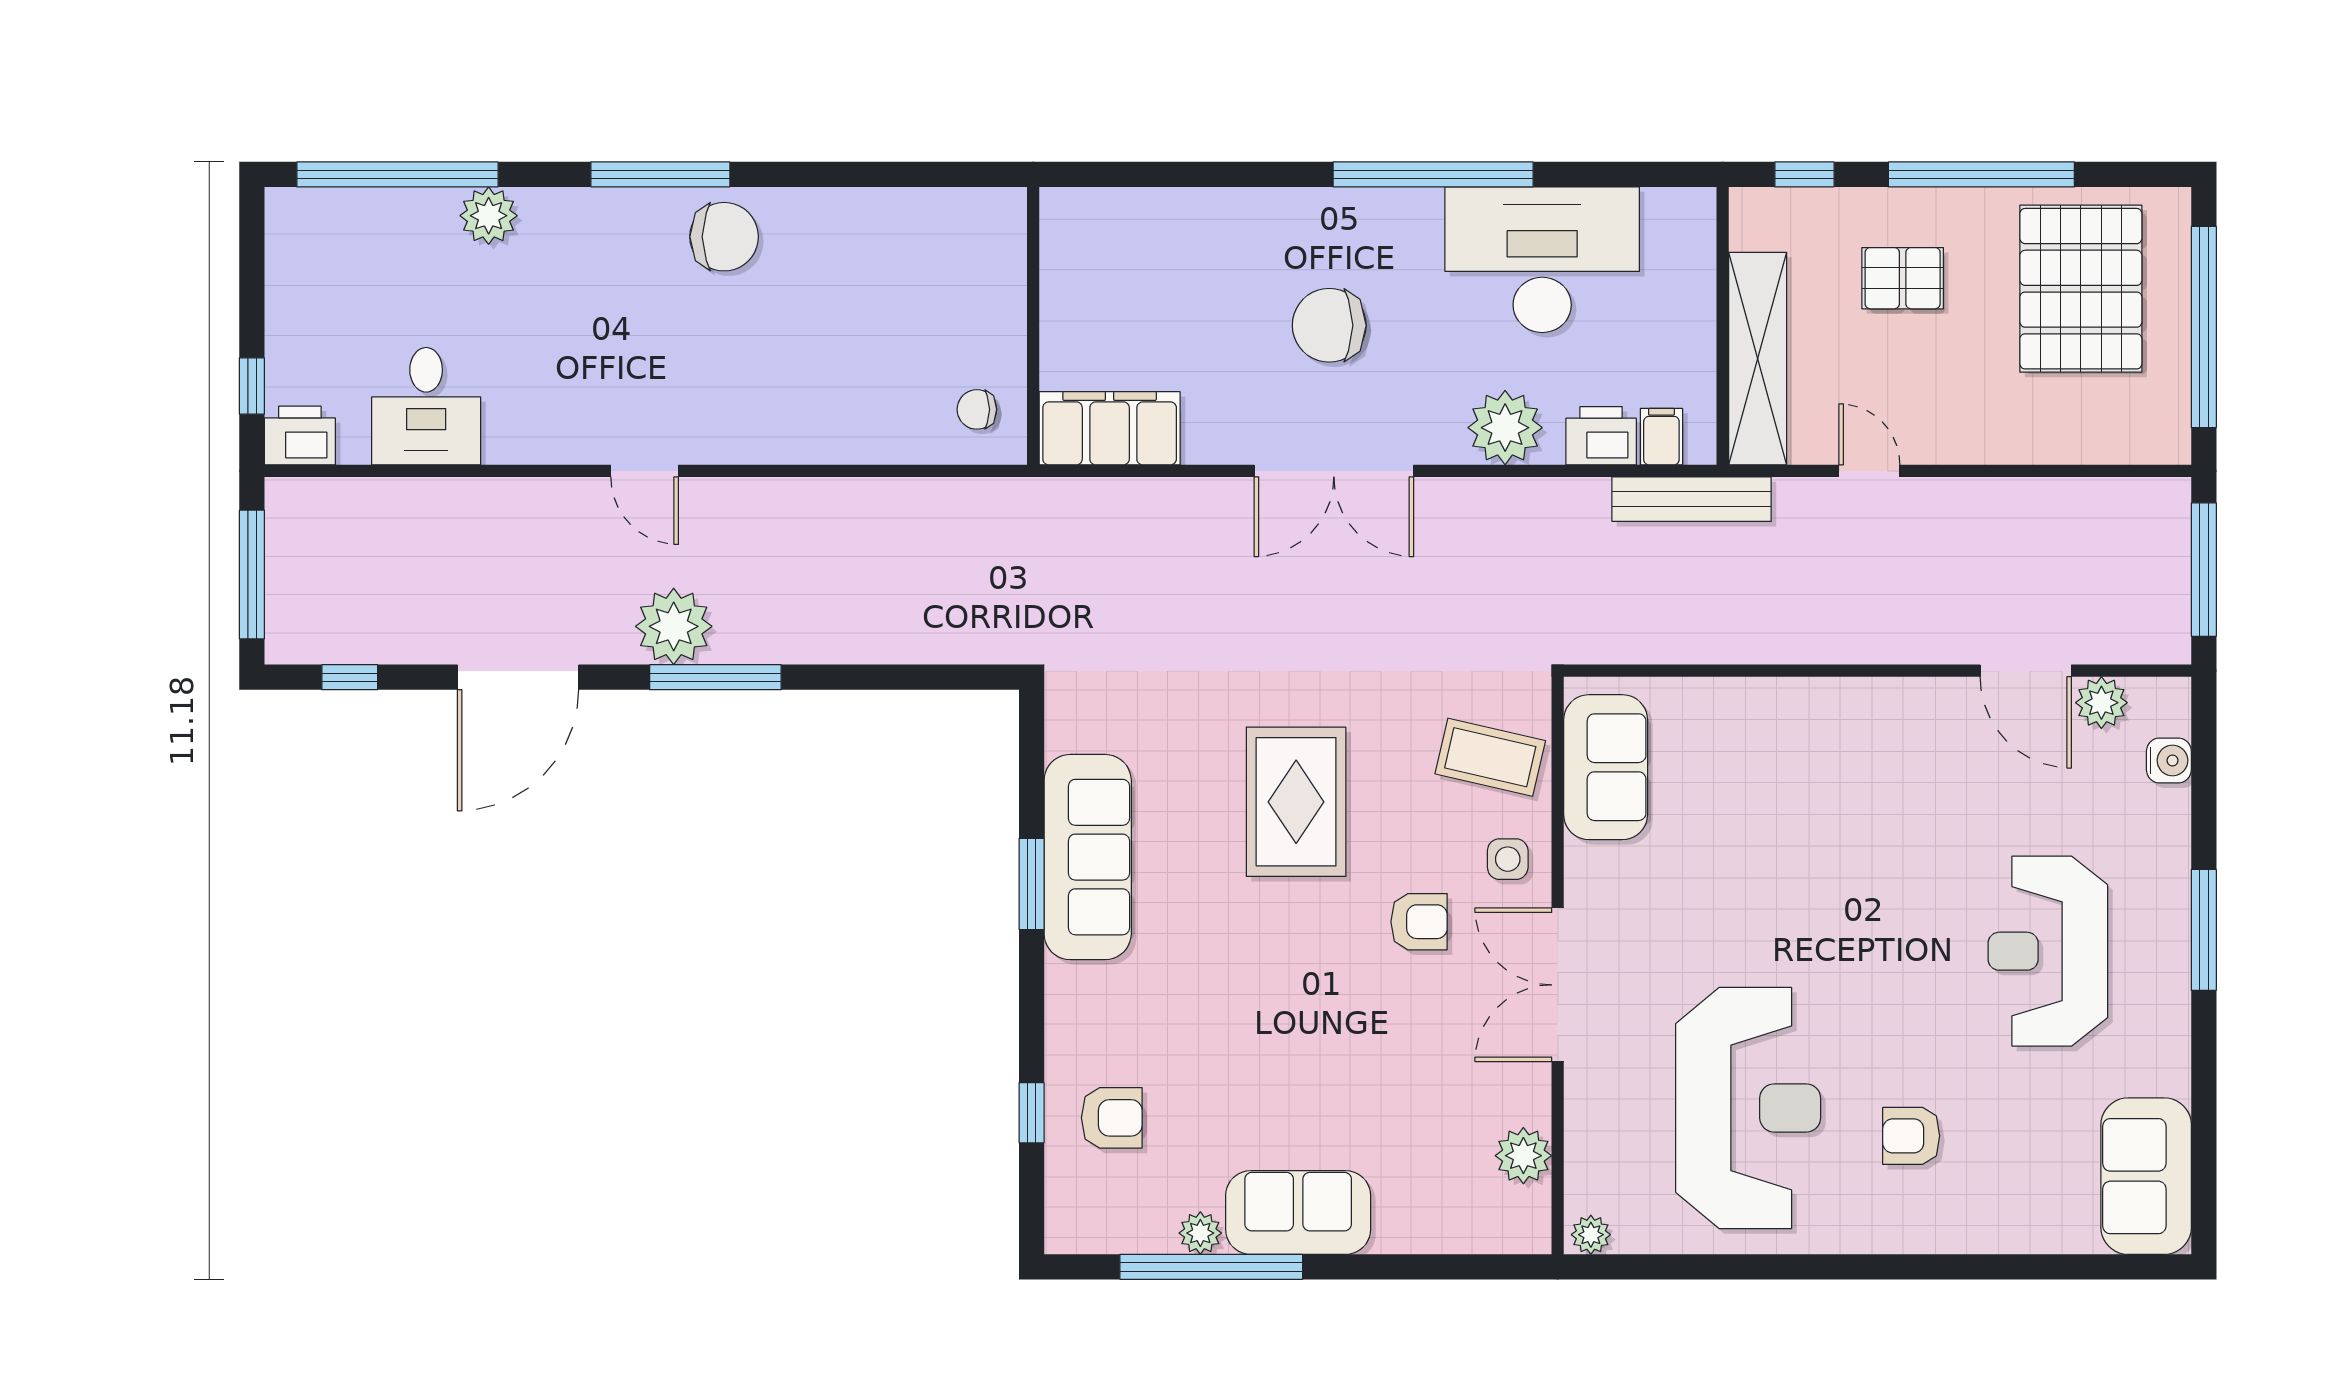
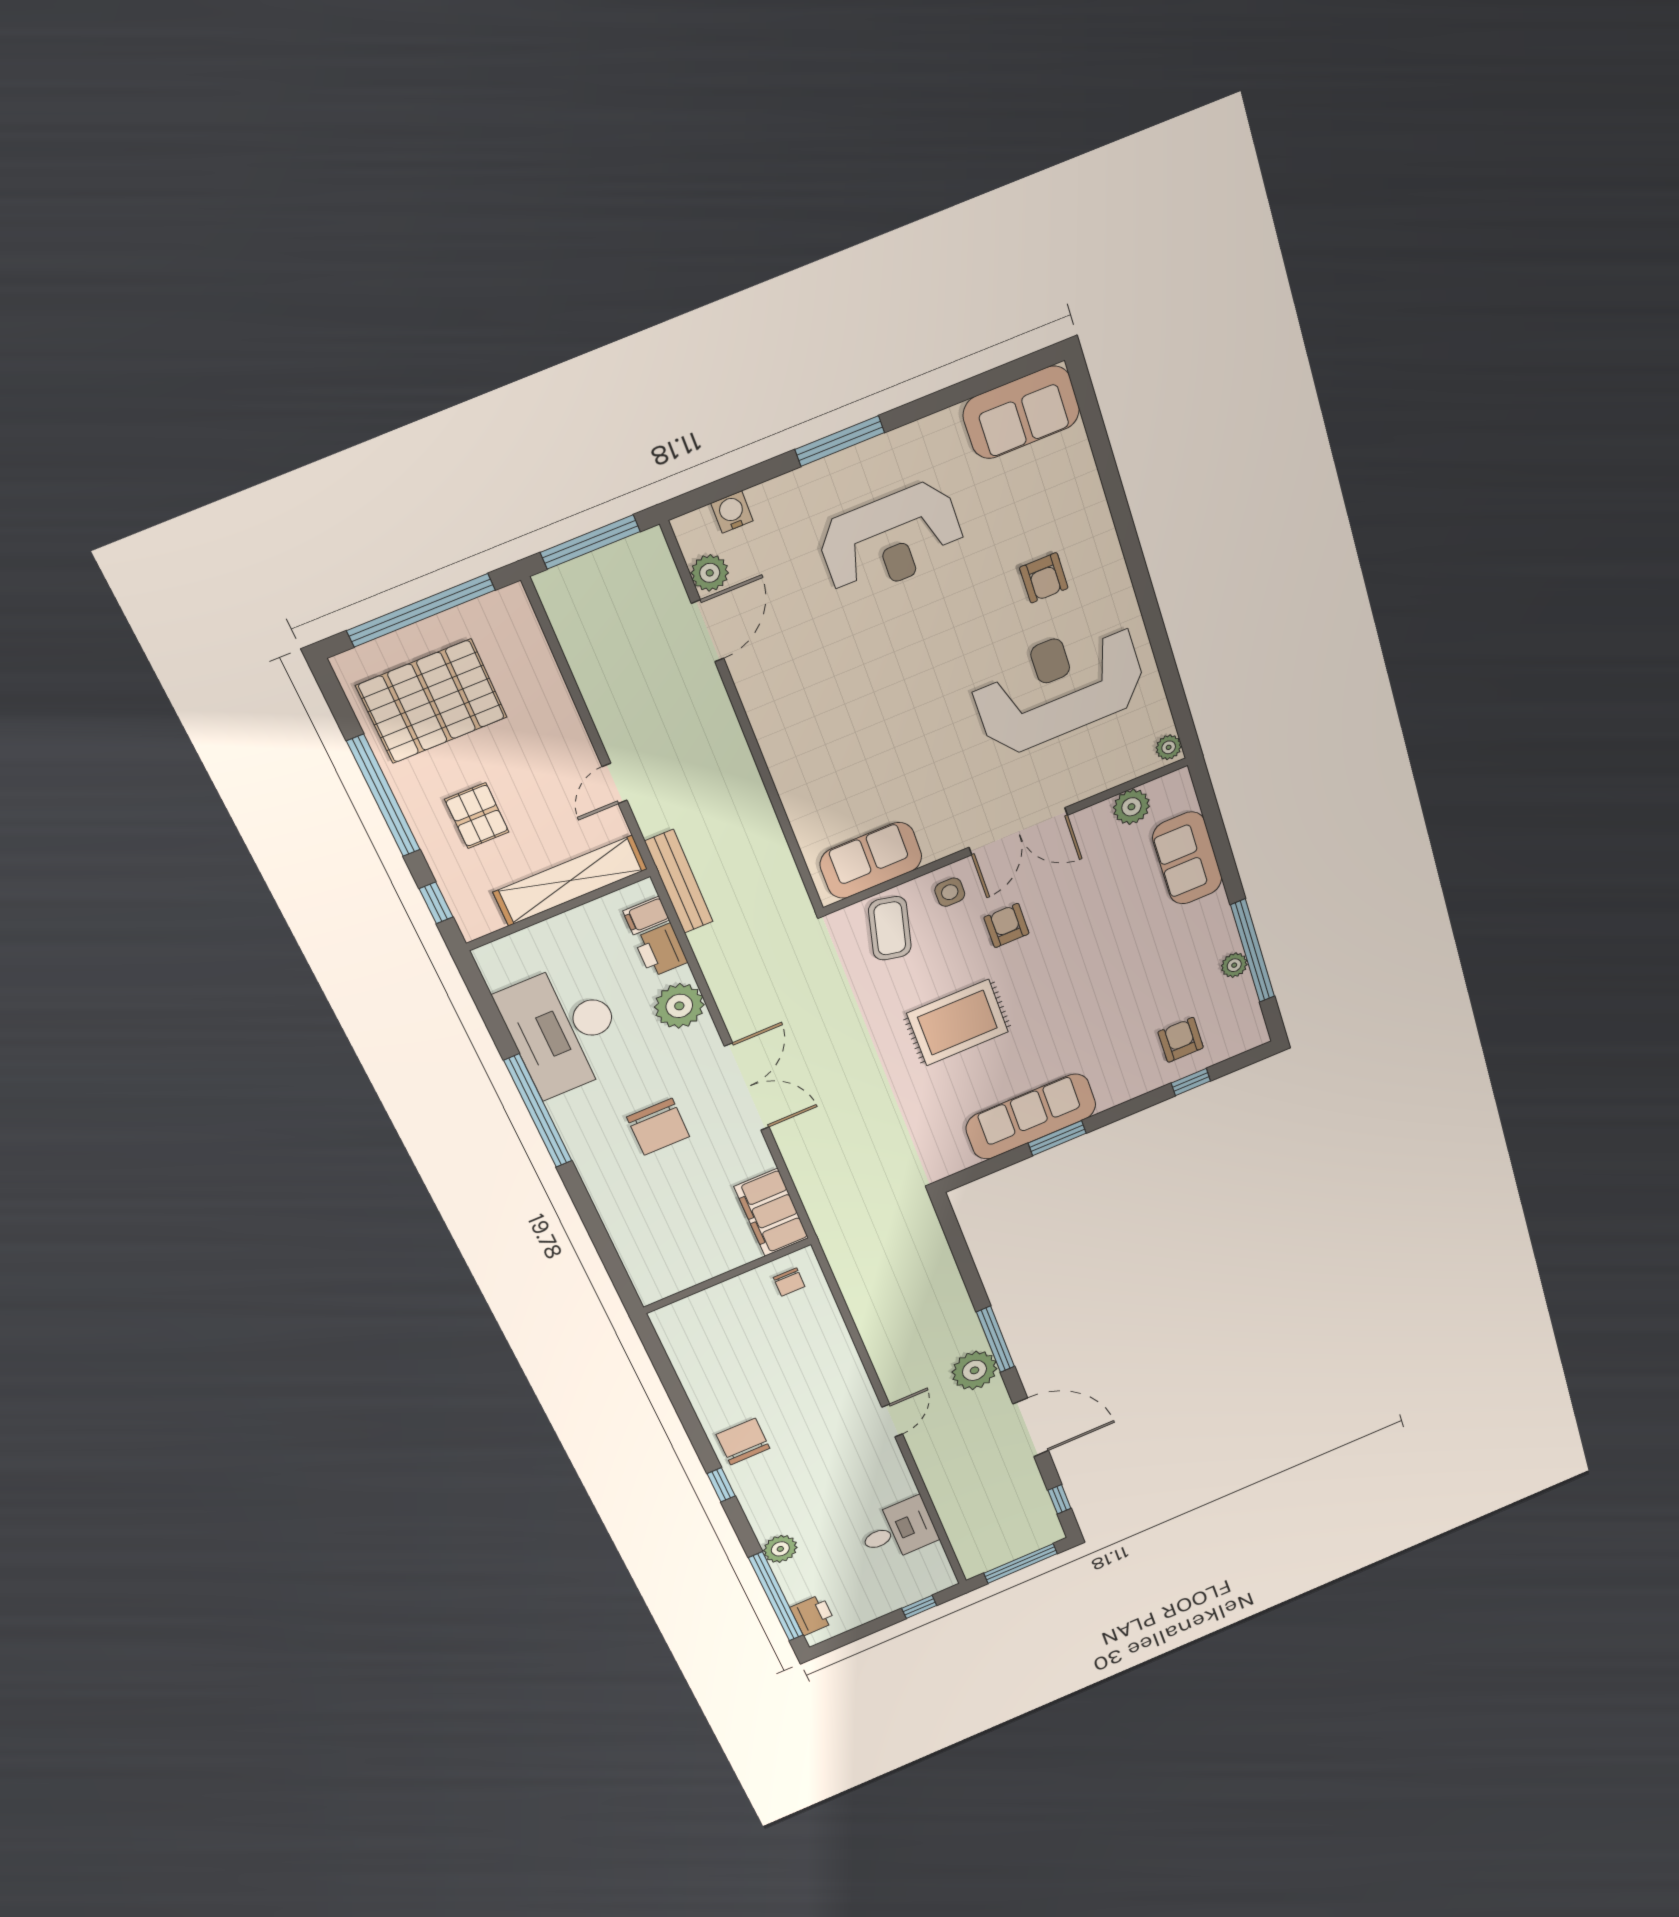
window: (660, 174) -> (721, 1485), width x0.46
printer: (300, 436) -> (813, 1615), moved, turned 180
sofa: (1298, 1212) -> (1187, 858), moved

